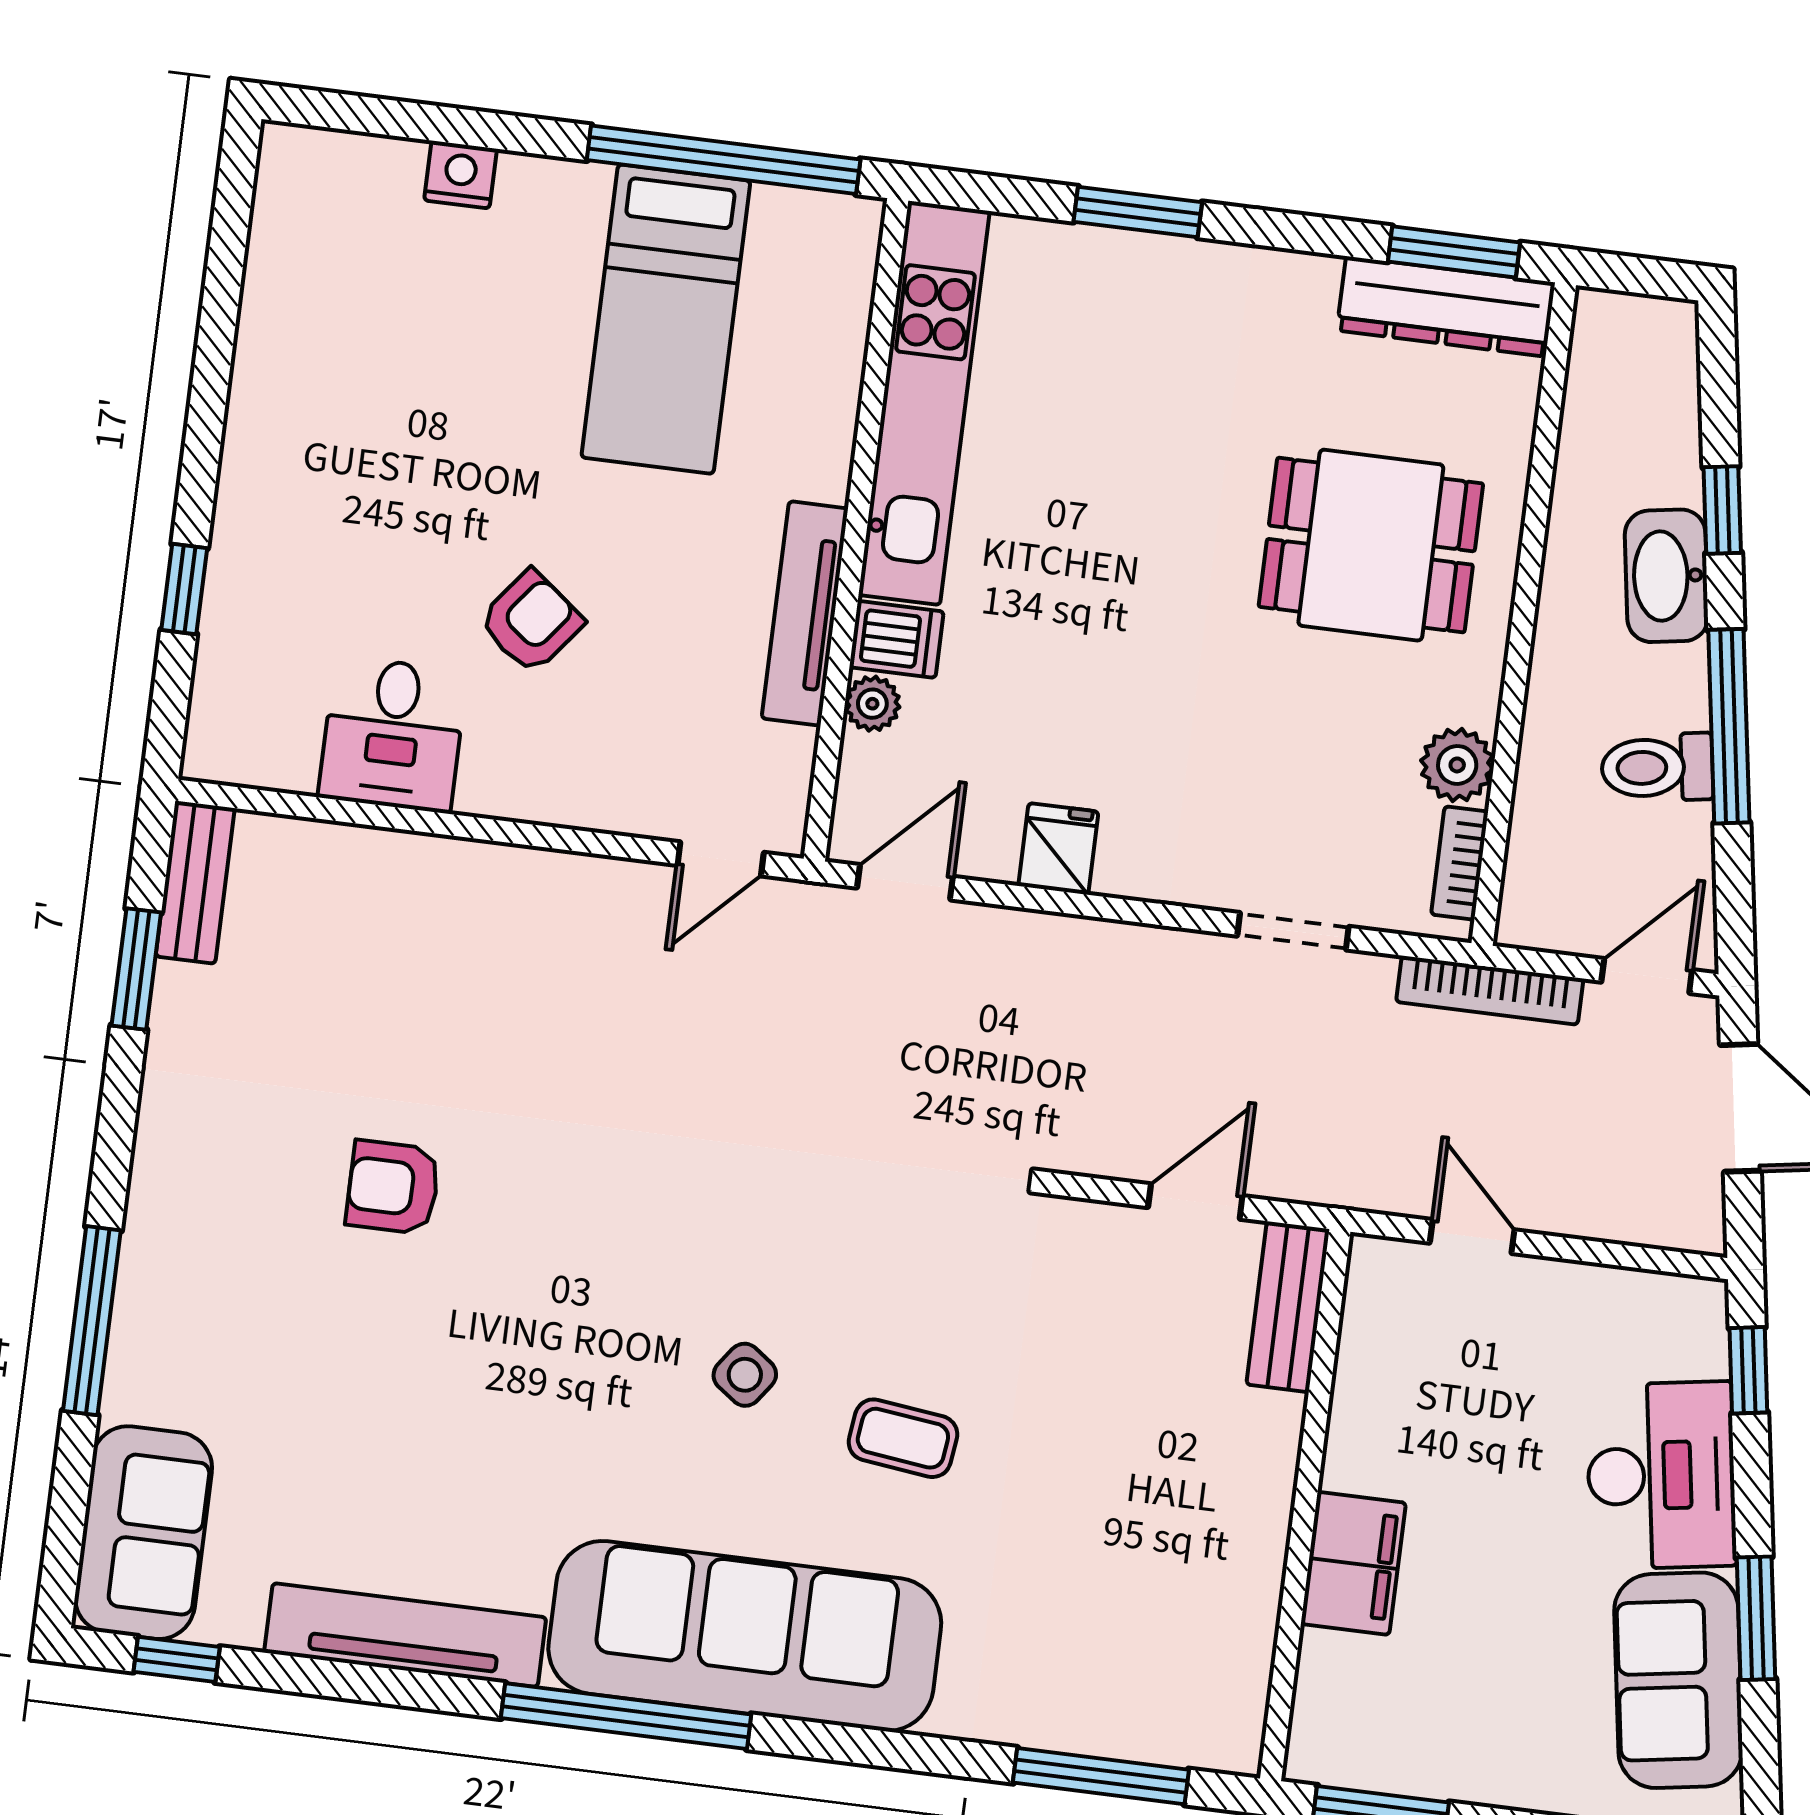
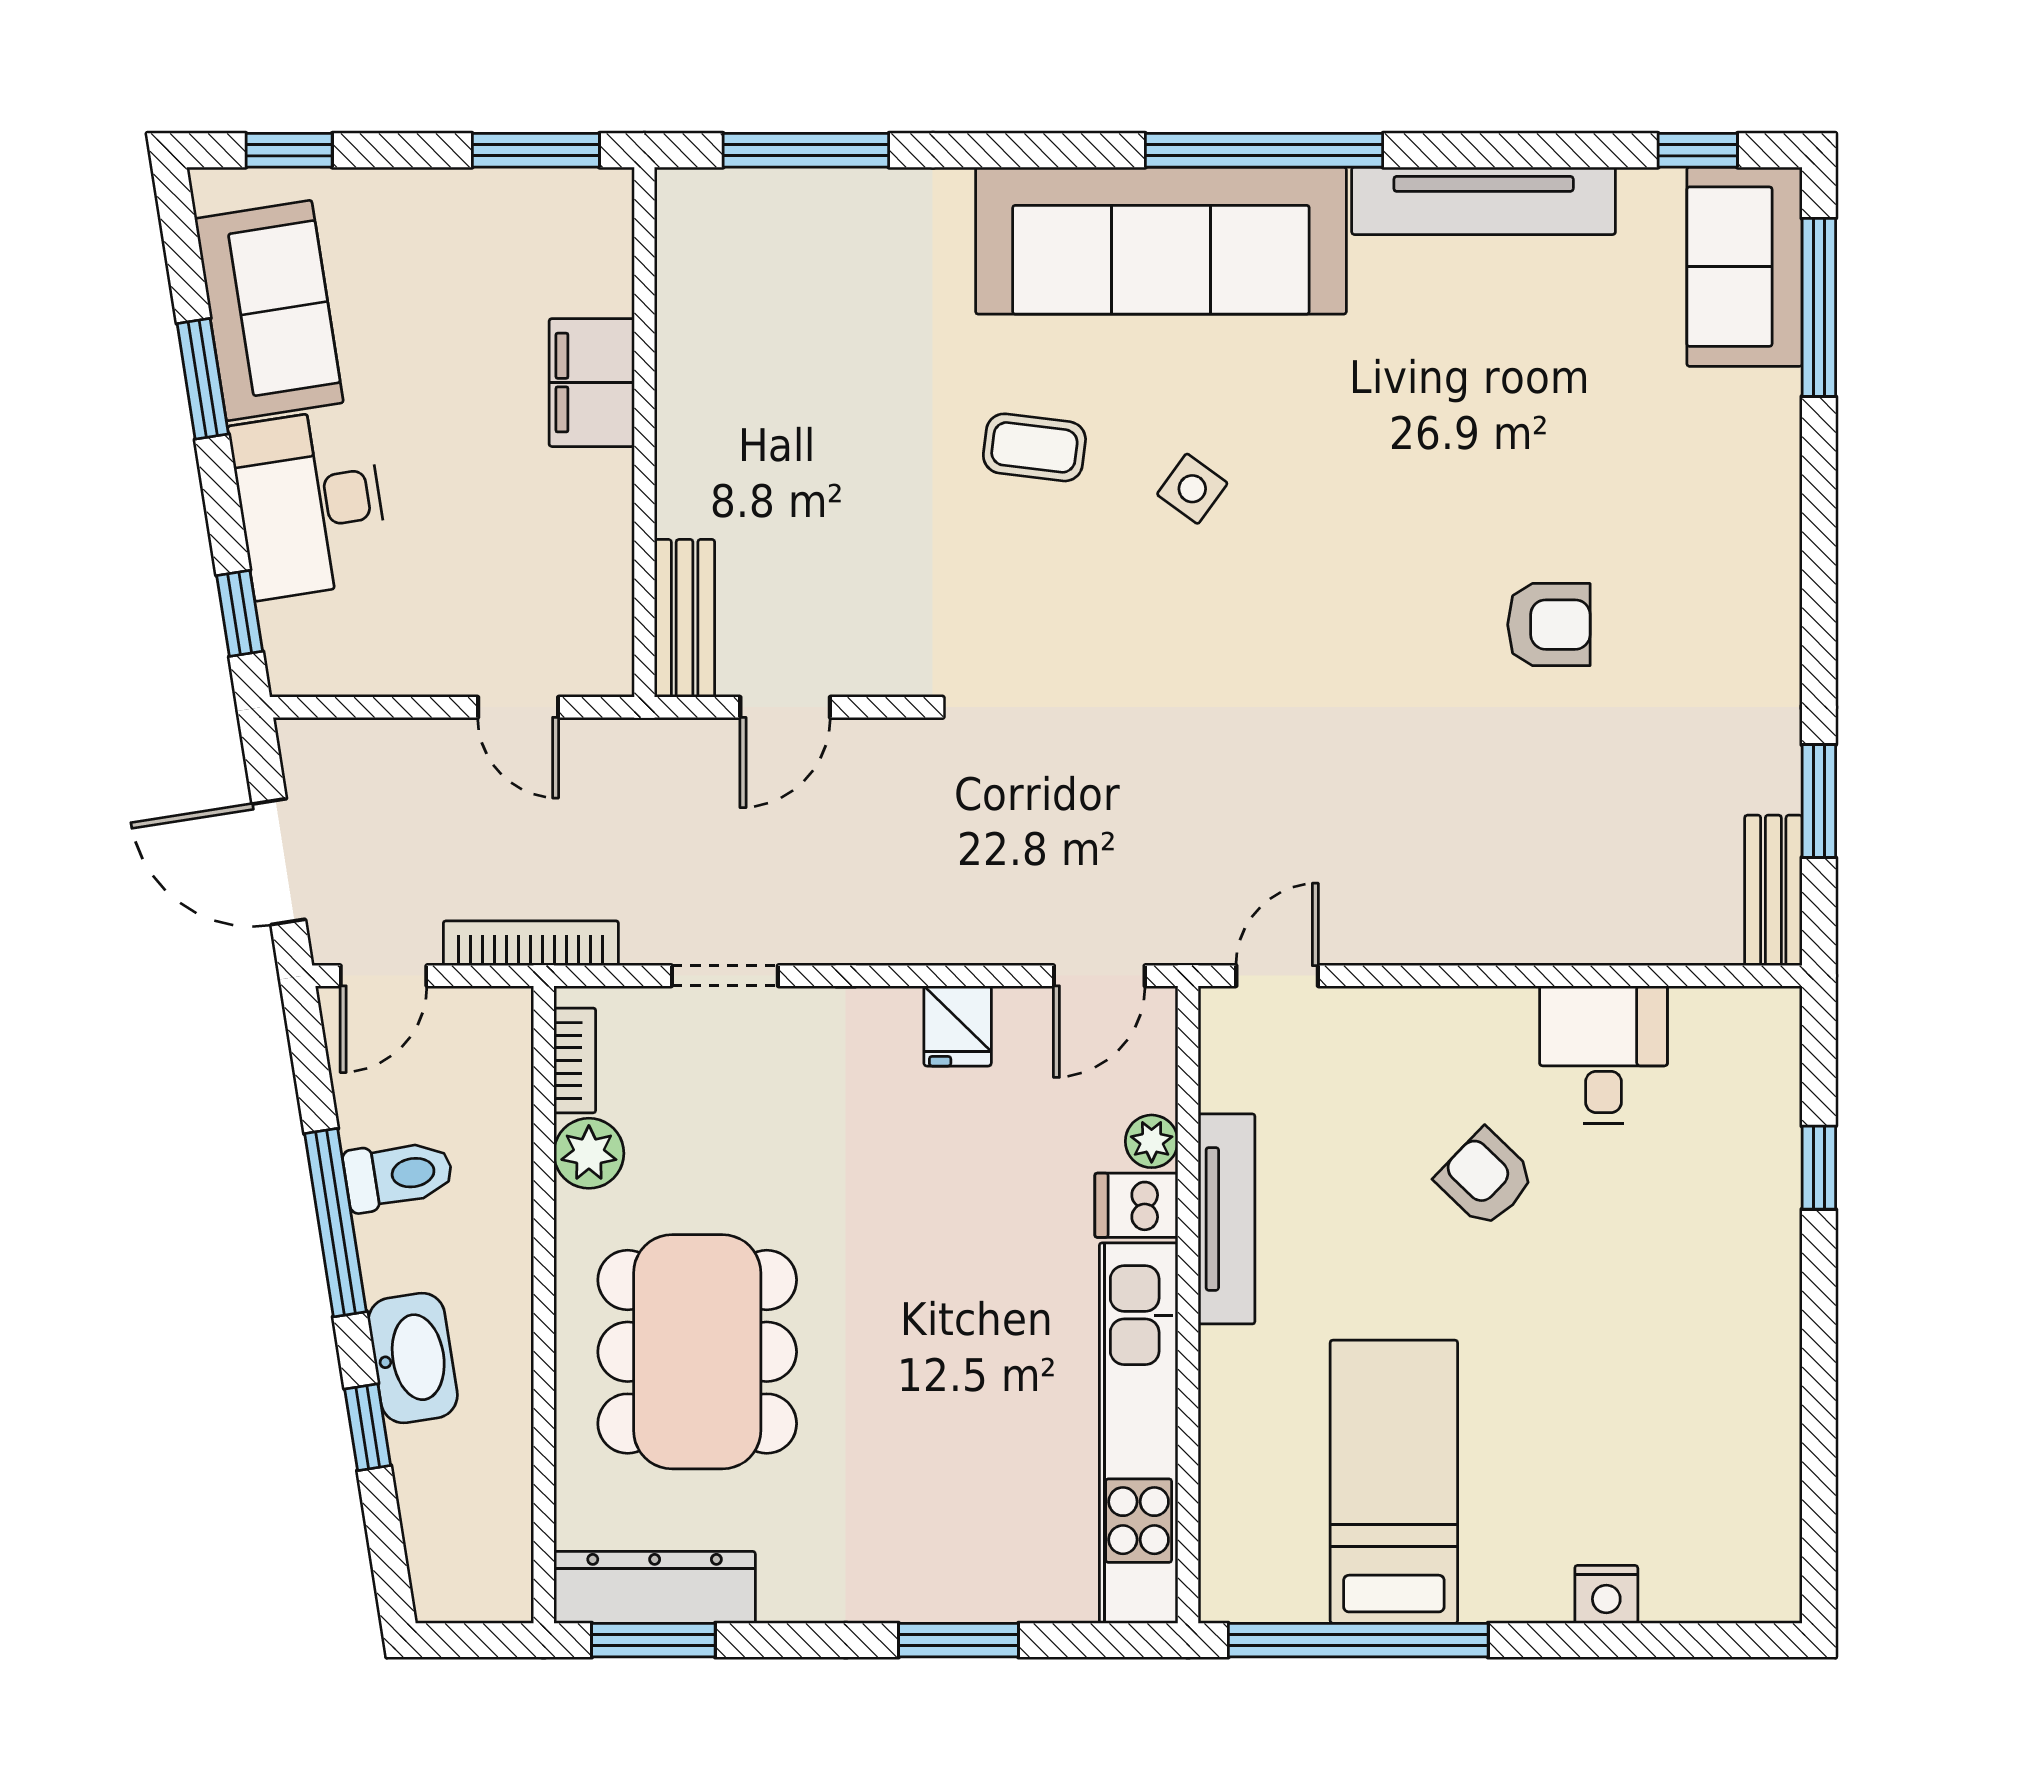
dining table: (1371, 545) -> (697, 1352), width x1.38
armchair: (531, 622) -> (1486, 1178), turned 96
window: (92, 1321) -> (1819, 307), moved

